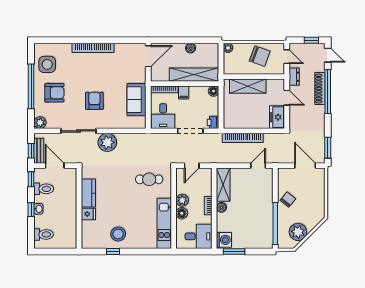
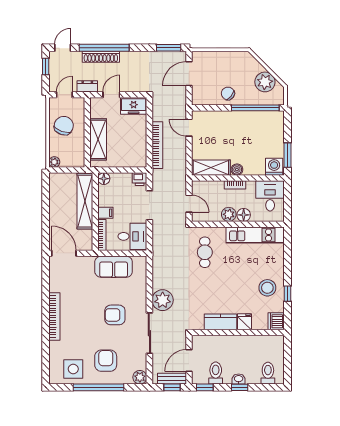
boiler: (190, 48) -> (55, 205), removed
dishwasher: (89, 242) -> (276, 321), added

